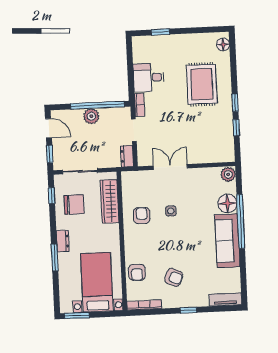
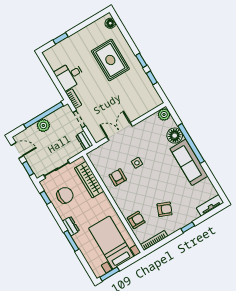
armchair: (137, 272) -> (136, 220), turned -90

